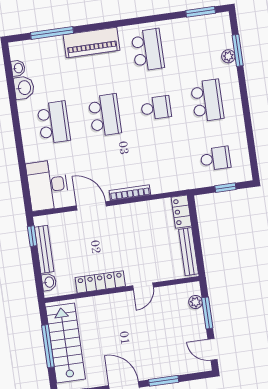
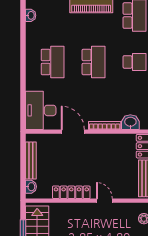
washbasin: (24, 88) -> (130, 122), moved, turned -90
window: (32, 236) -> (23, 149), removed
door: (143, 286) -> (104, 201), swing flipped

